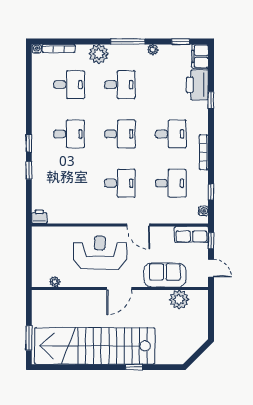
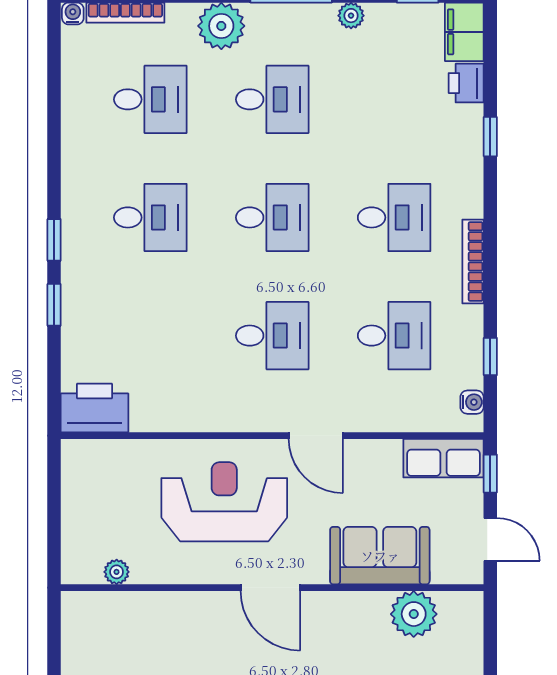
printer: (197, 85) -> (466, 83), width x0.53, depth x0.68
printer: (39, 217) -> (95, 408), width x1.87, depth x1.48
door: (119, 288) -> (270, 588), hinge flipped

